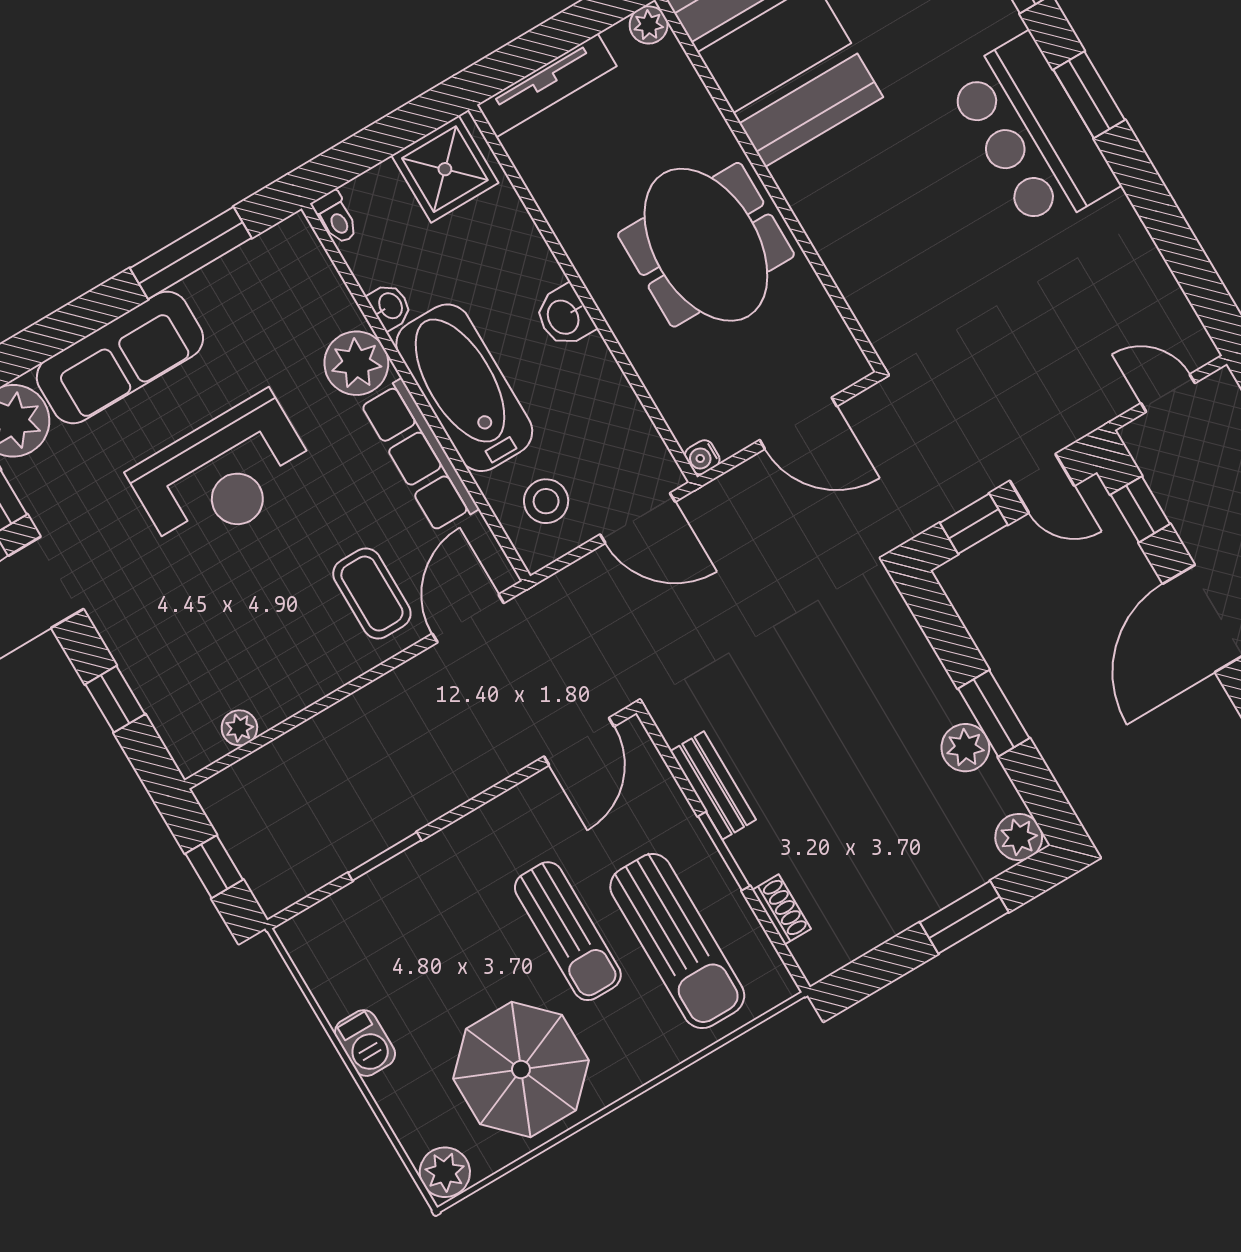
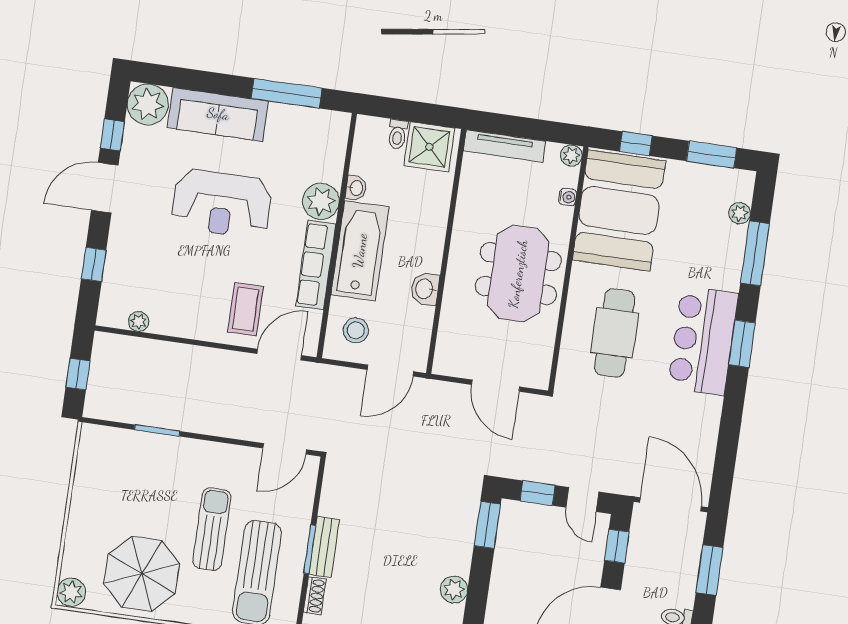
toilet: (336, 217) -> (398, 134), moved
cafe table: (903, 220) -> (615, 333), added
washbasin: (564, 317) -> (425, 289), moved
door: (1168, 393) -> (670, 504), width x1.88
water cooler: (702, 457) -> (568, 197), moved, turned 180
door: (638, 518) -> (390, 371), hinge flipped
window: (994, 713) -> (487, 525), moved
bench: (713, 785) -> (324, 547), moved
sun lounger: (568, 931) -> (212, 529), turned 180
barbecue: (365, 1043) -> (82, 506), removed

